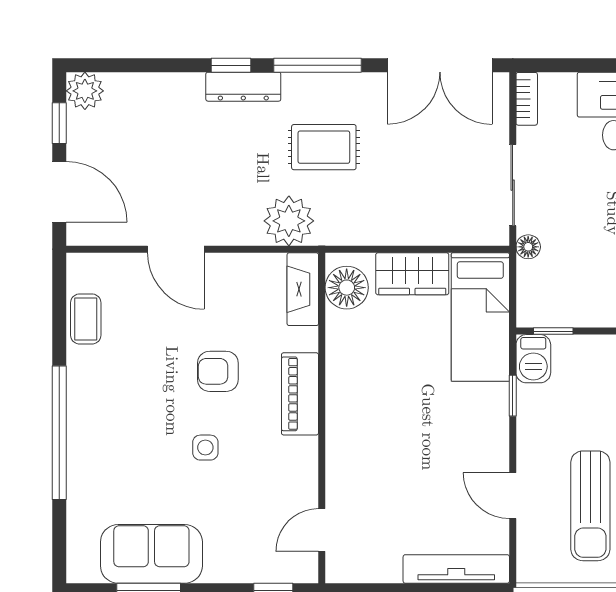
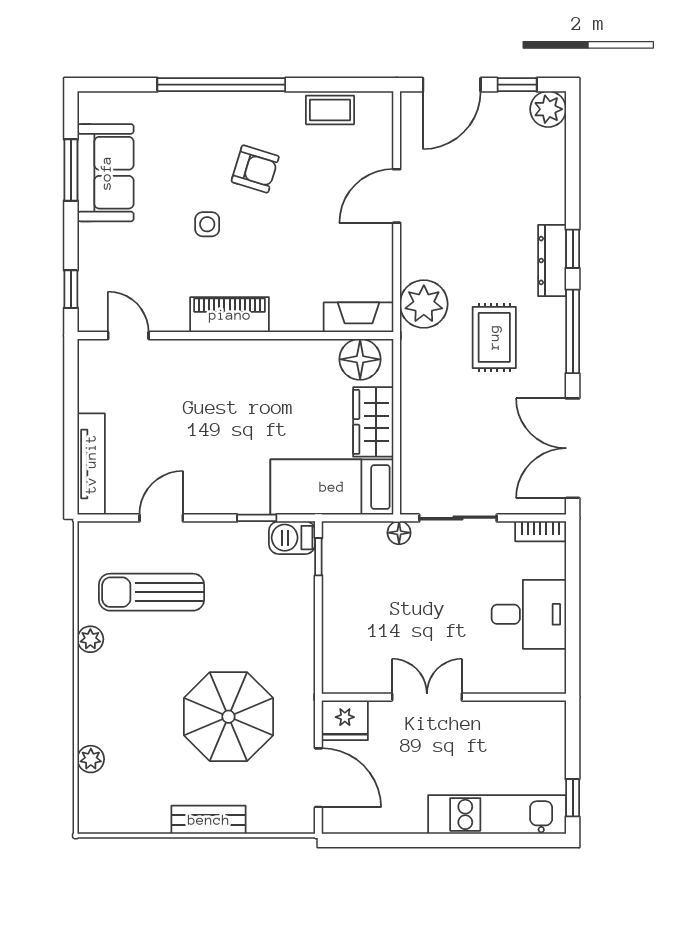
armchair: (218, 371) -> (255, 169), moved, turned 107
piano: (300, 394) -> (230, 315), moved

